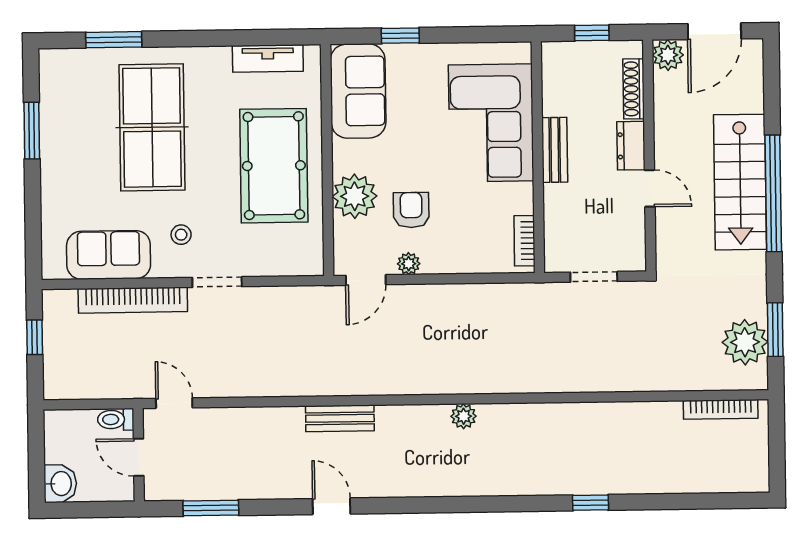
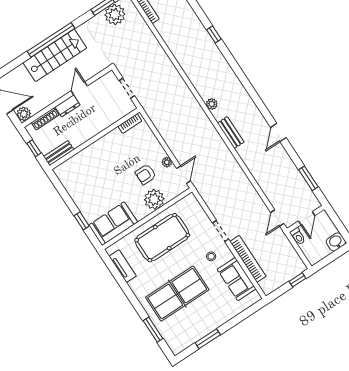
corner sofa: (491, 123) -> (93, 165), removed
bench: (555, 150) -> (59, 153), moved
door: (366, 280) -> (183, 175), hinge flipped
window: (35, 337) -> (297, 280), moved
bench: (340, 418) -> (231, 133), moved

